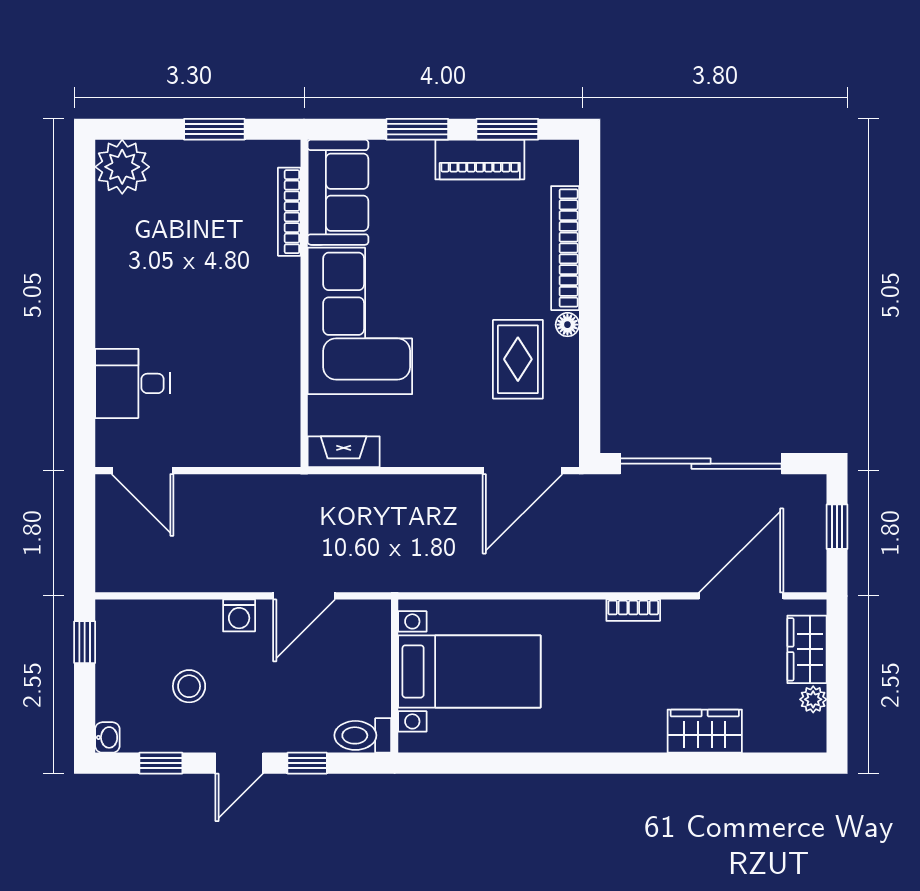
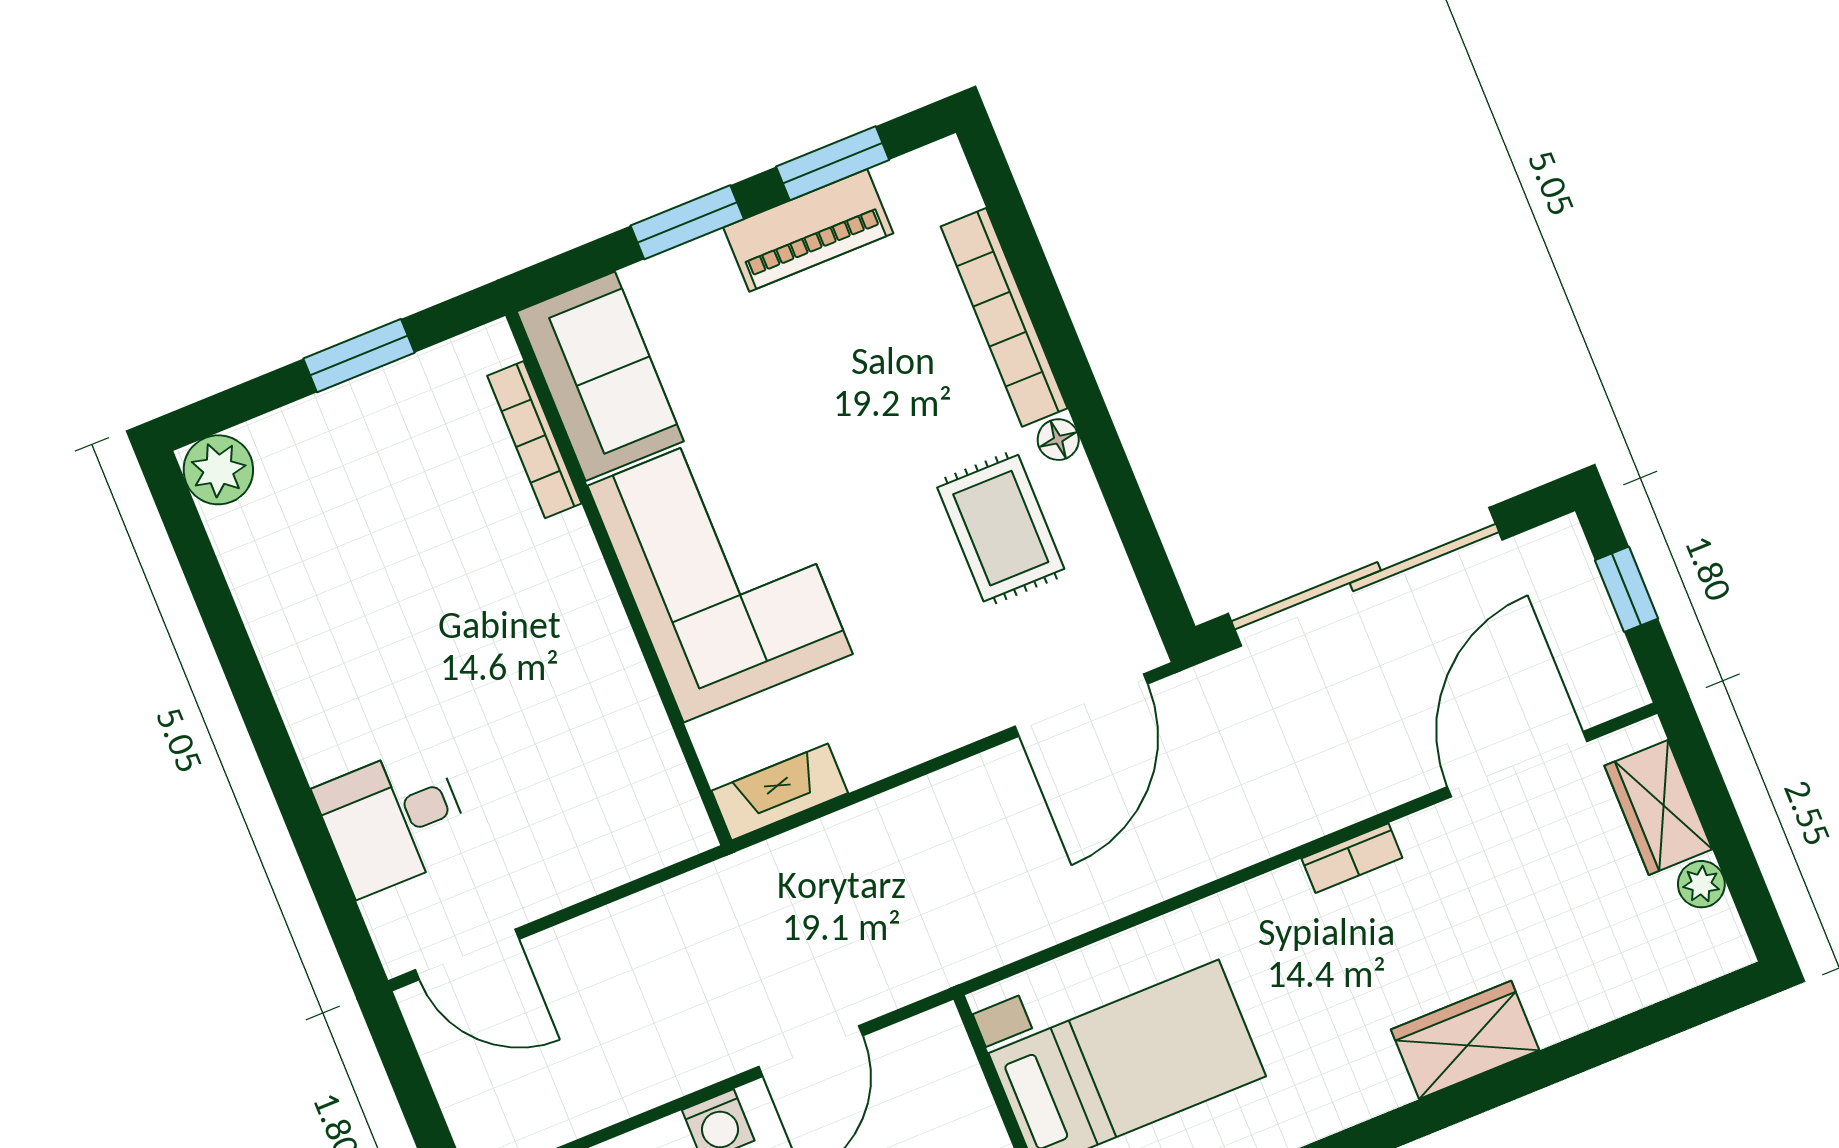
plant: (122, 167) -> (218, 470), width x0.73, depth x0.73
wardrobe: (705, 731) -> (1465, 1040), moved

